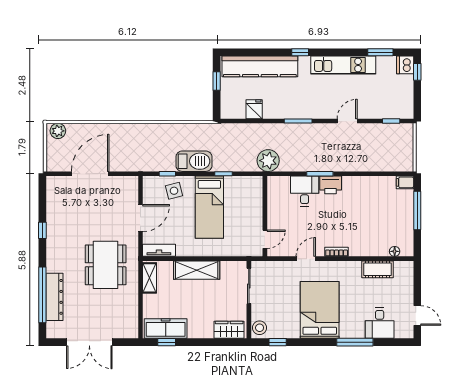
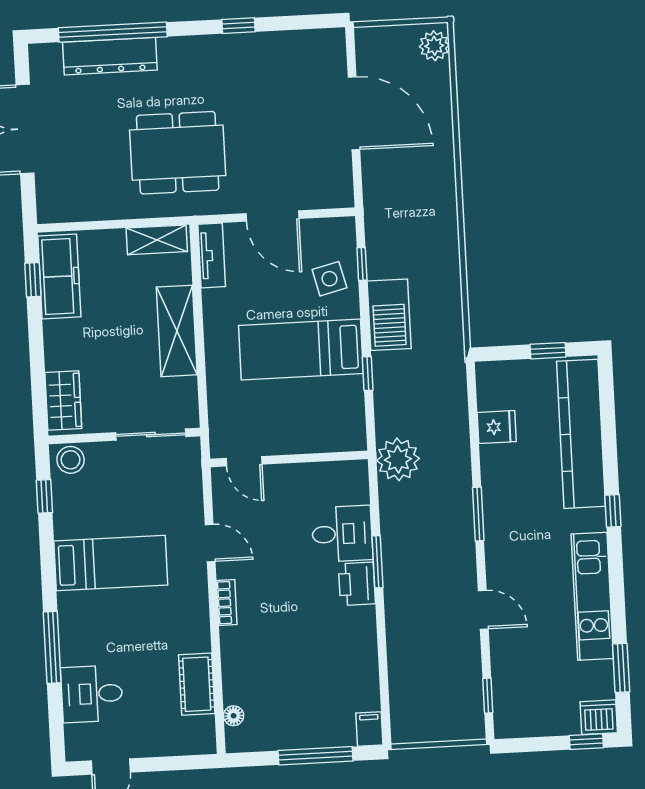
bed: (320, 310) -> (111, 563), width x0.67

